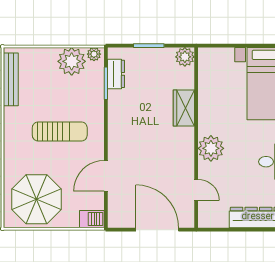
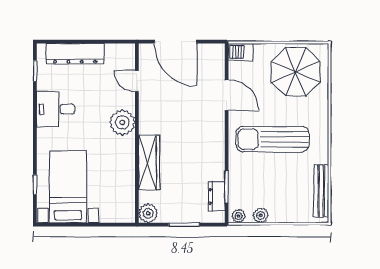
plant: (72, 61) -> (261, 215), width x0.53, depth x0.53
wardrobe: (184, 108) -> (149, 162), width x1.50
sun lounger: (60, 131) -> (273, 139), width x1.36, depth x1.34
door: (106, 176) -> (227, 95), hinge flipped

